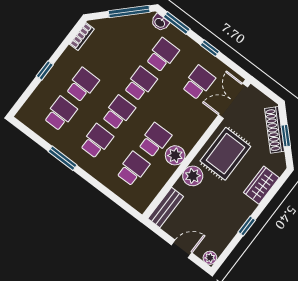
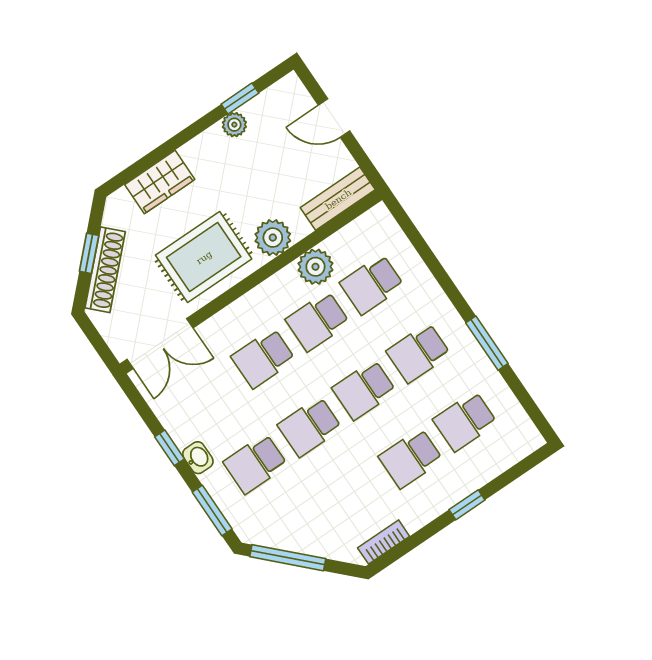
washbasin: (160, 23) -> (198, 458), moved
school desk: (199, 83) -> (263, 358), moved
plant: (175, 155) -> (315, 267), moved
window: (247, 226) -> (240, 99), moved
plant: (210, 258) -> (234, 125), moved

